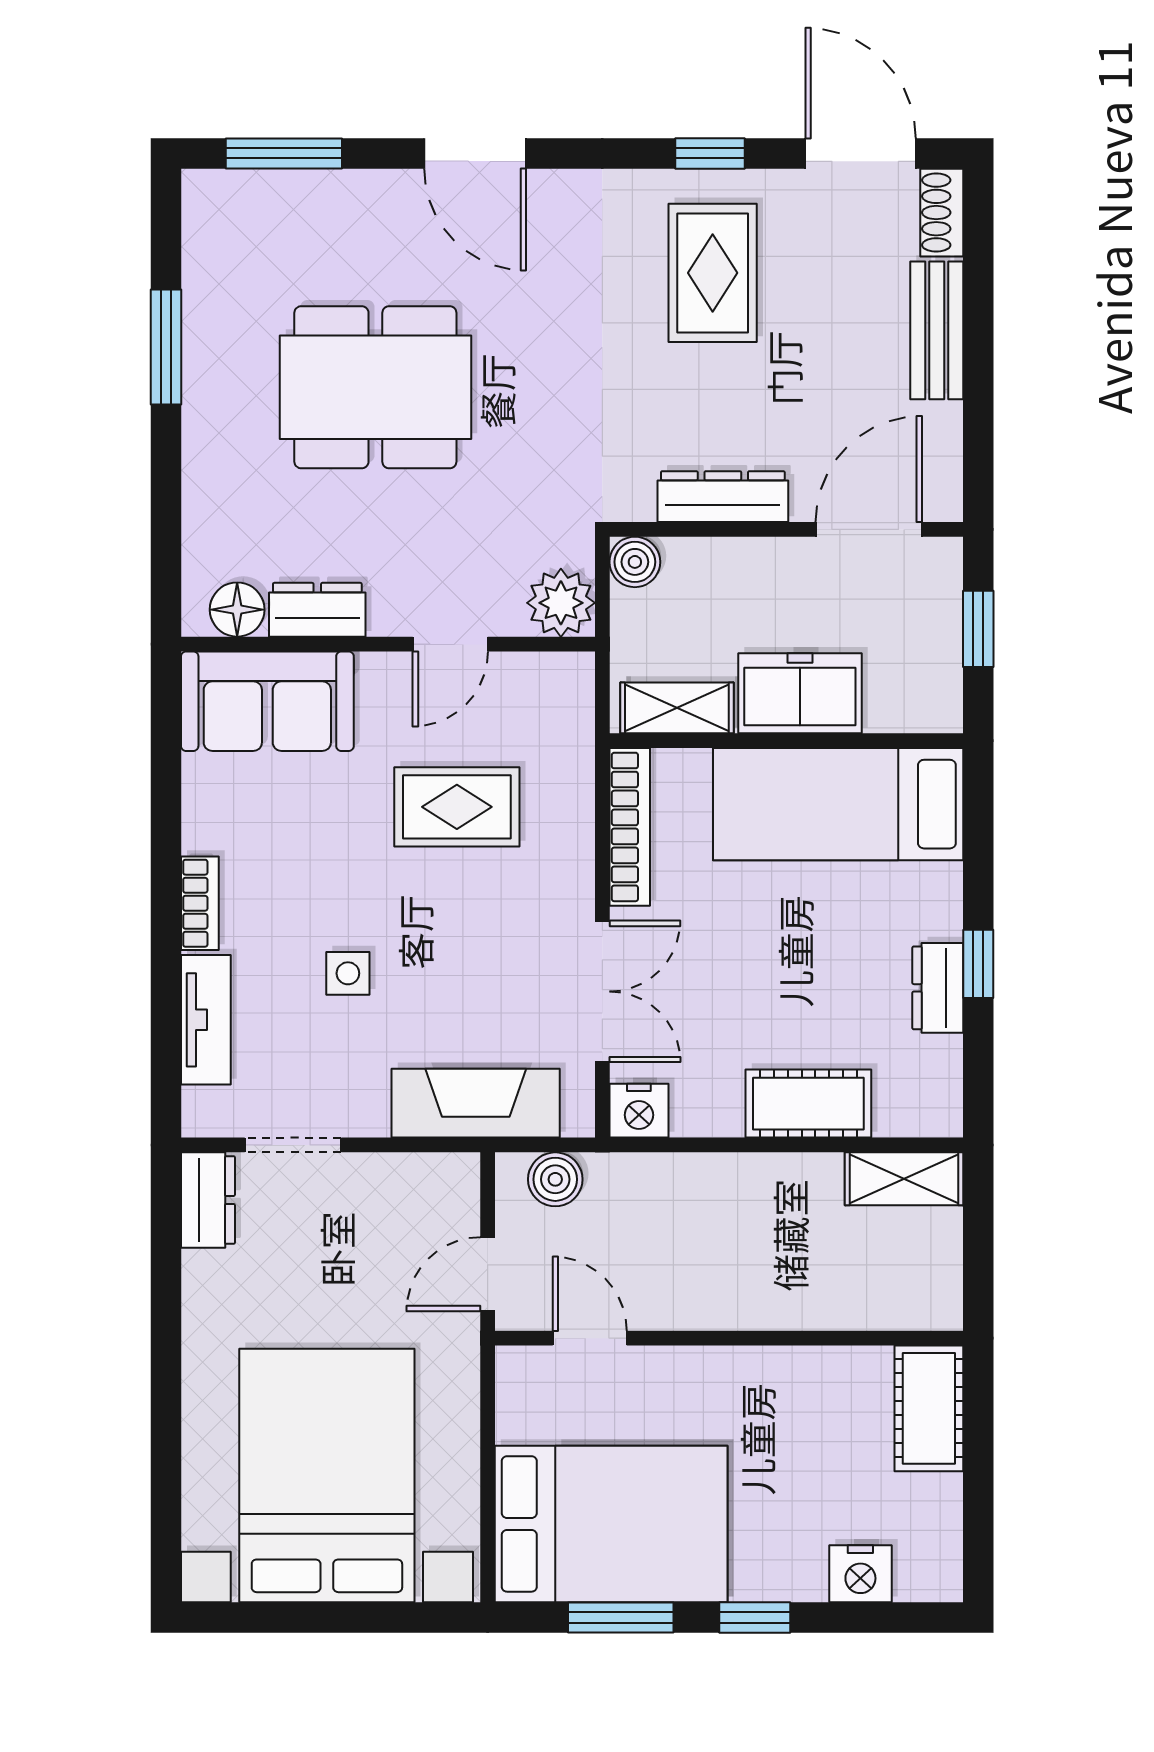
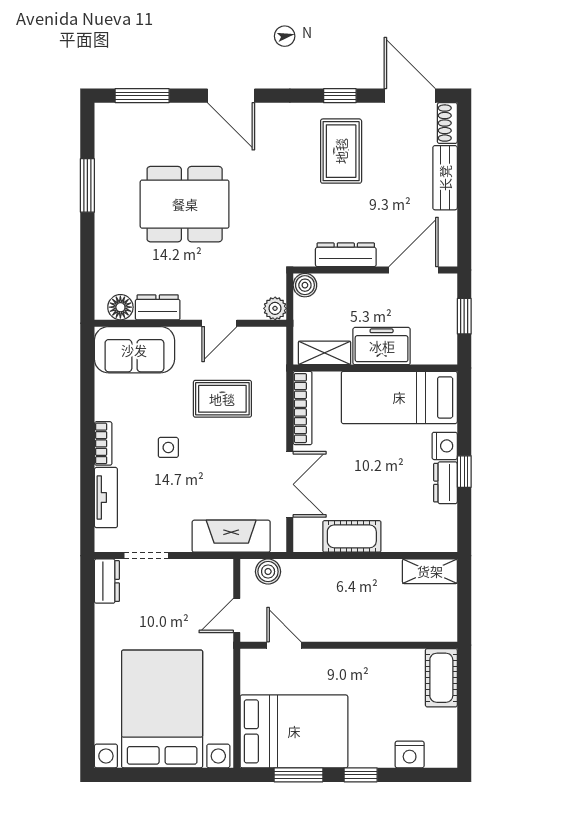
plant: (561, 603) -> (275, 308), width x0.73, depth x0.73
side table: (348, 973) -> (168, 447), moved
cot: (808, 1104) -> (352, 536), moved
nightstand: (639, 1111) -> (445, 446), moved, turned -90

